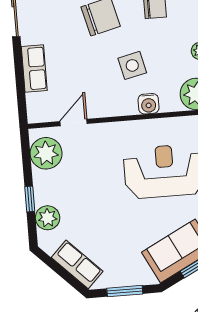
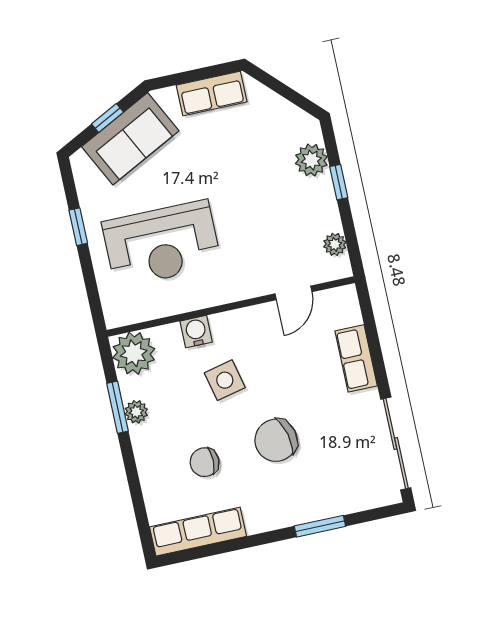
plant: (46, 153) -> (335, 244), width x0.53, depth x0.53
row of seats: (77, 264) -> (212, 93), moved, turned -45
window: (125, 291) -> (194, 75), removed

